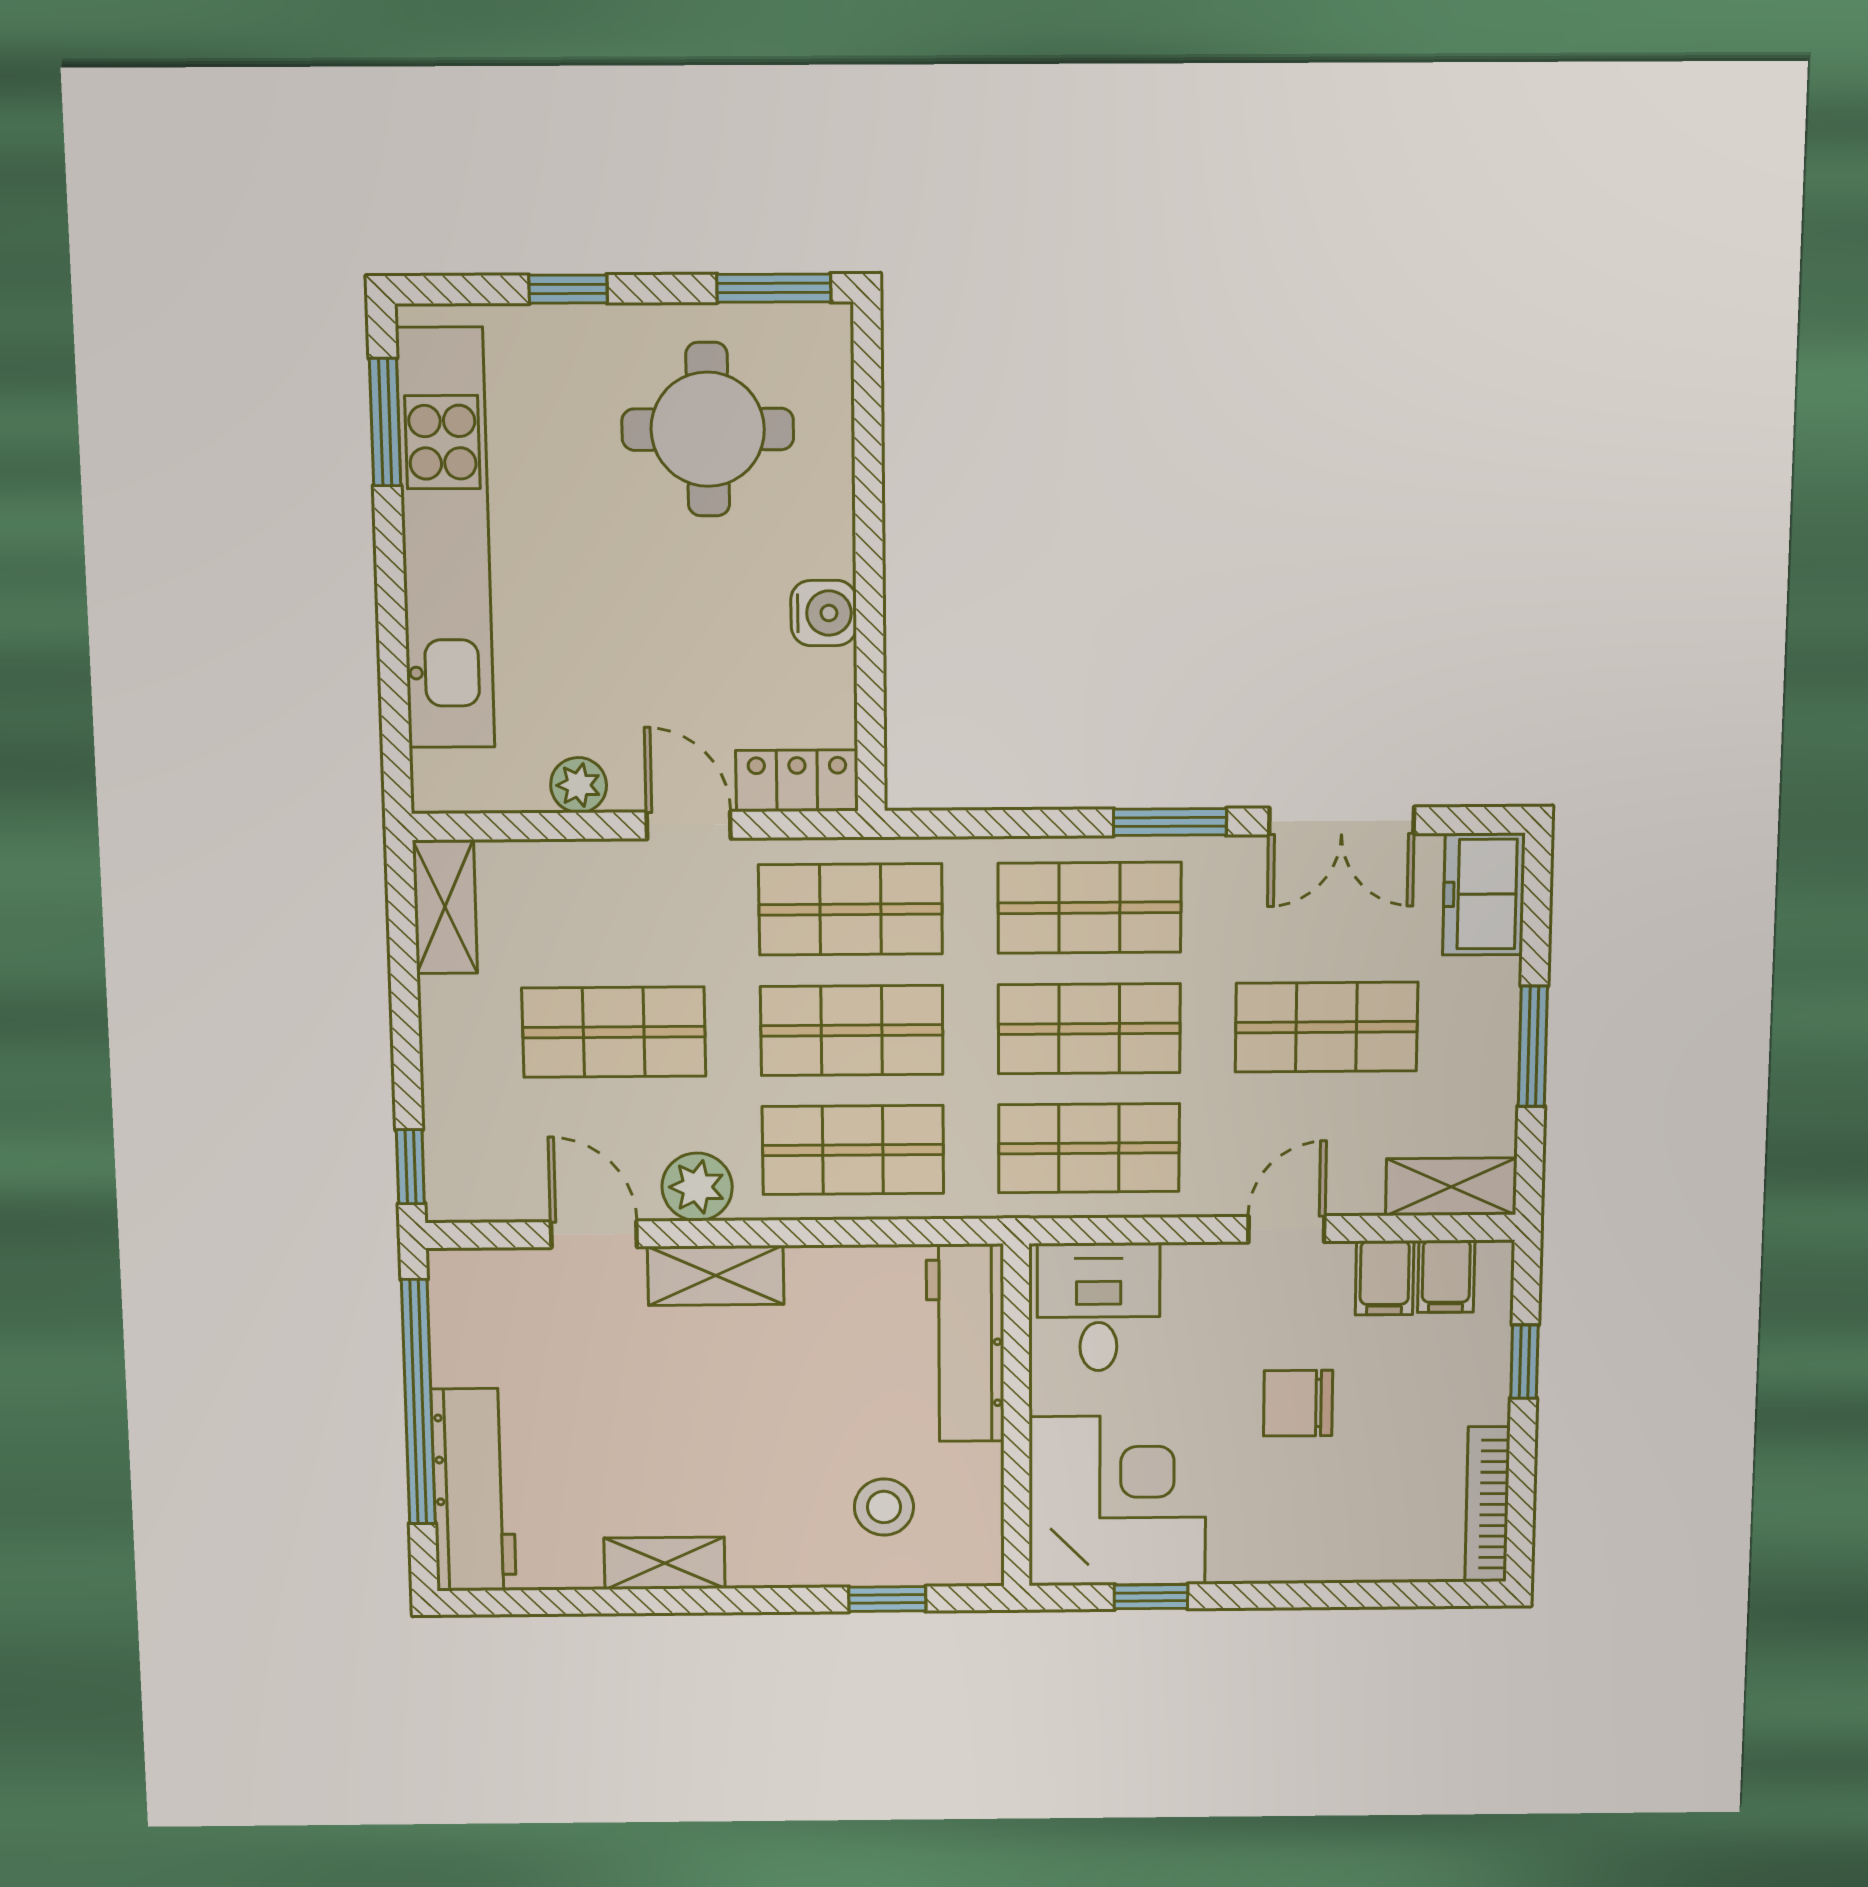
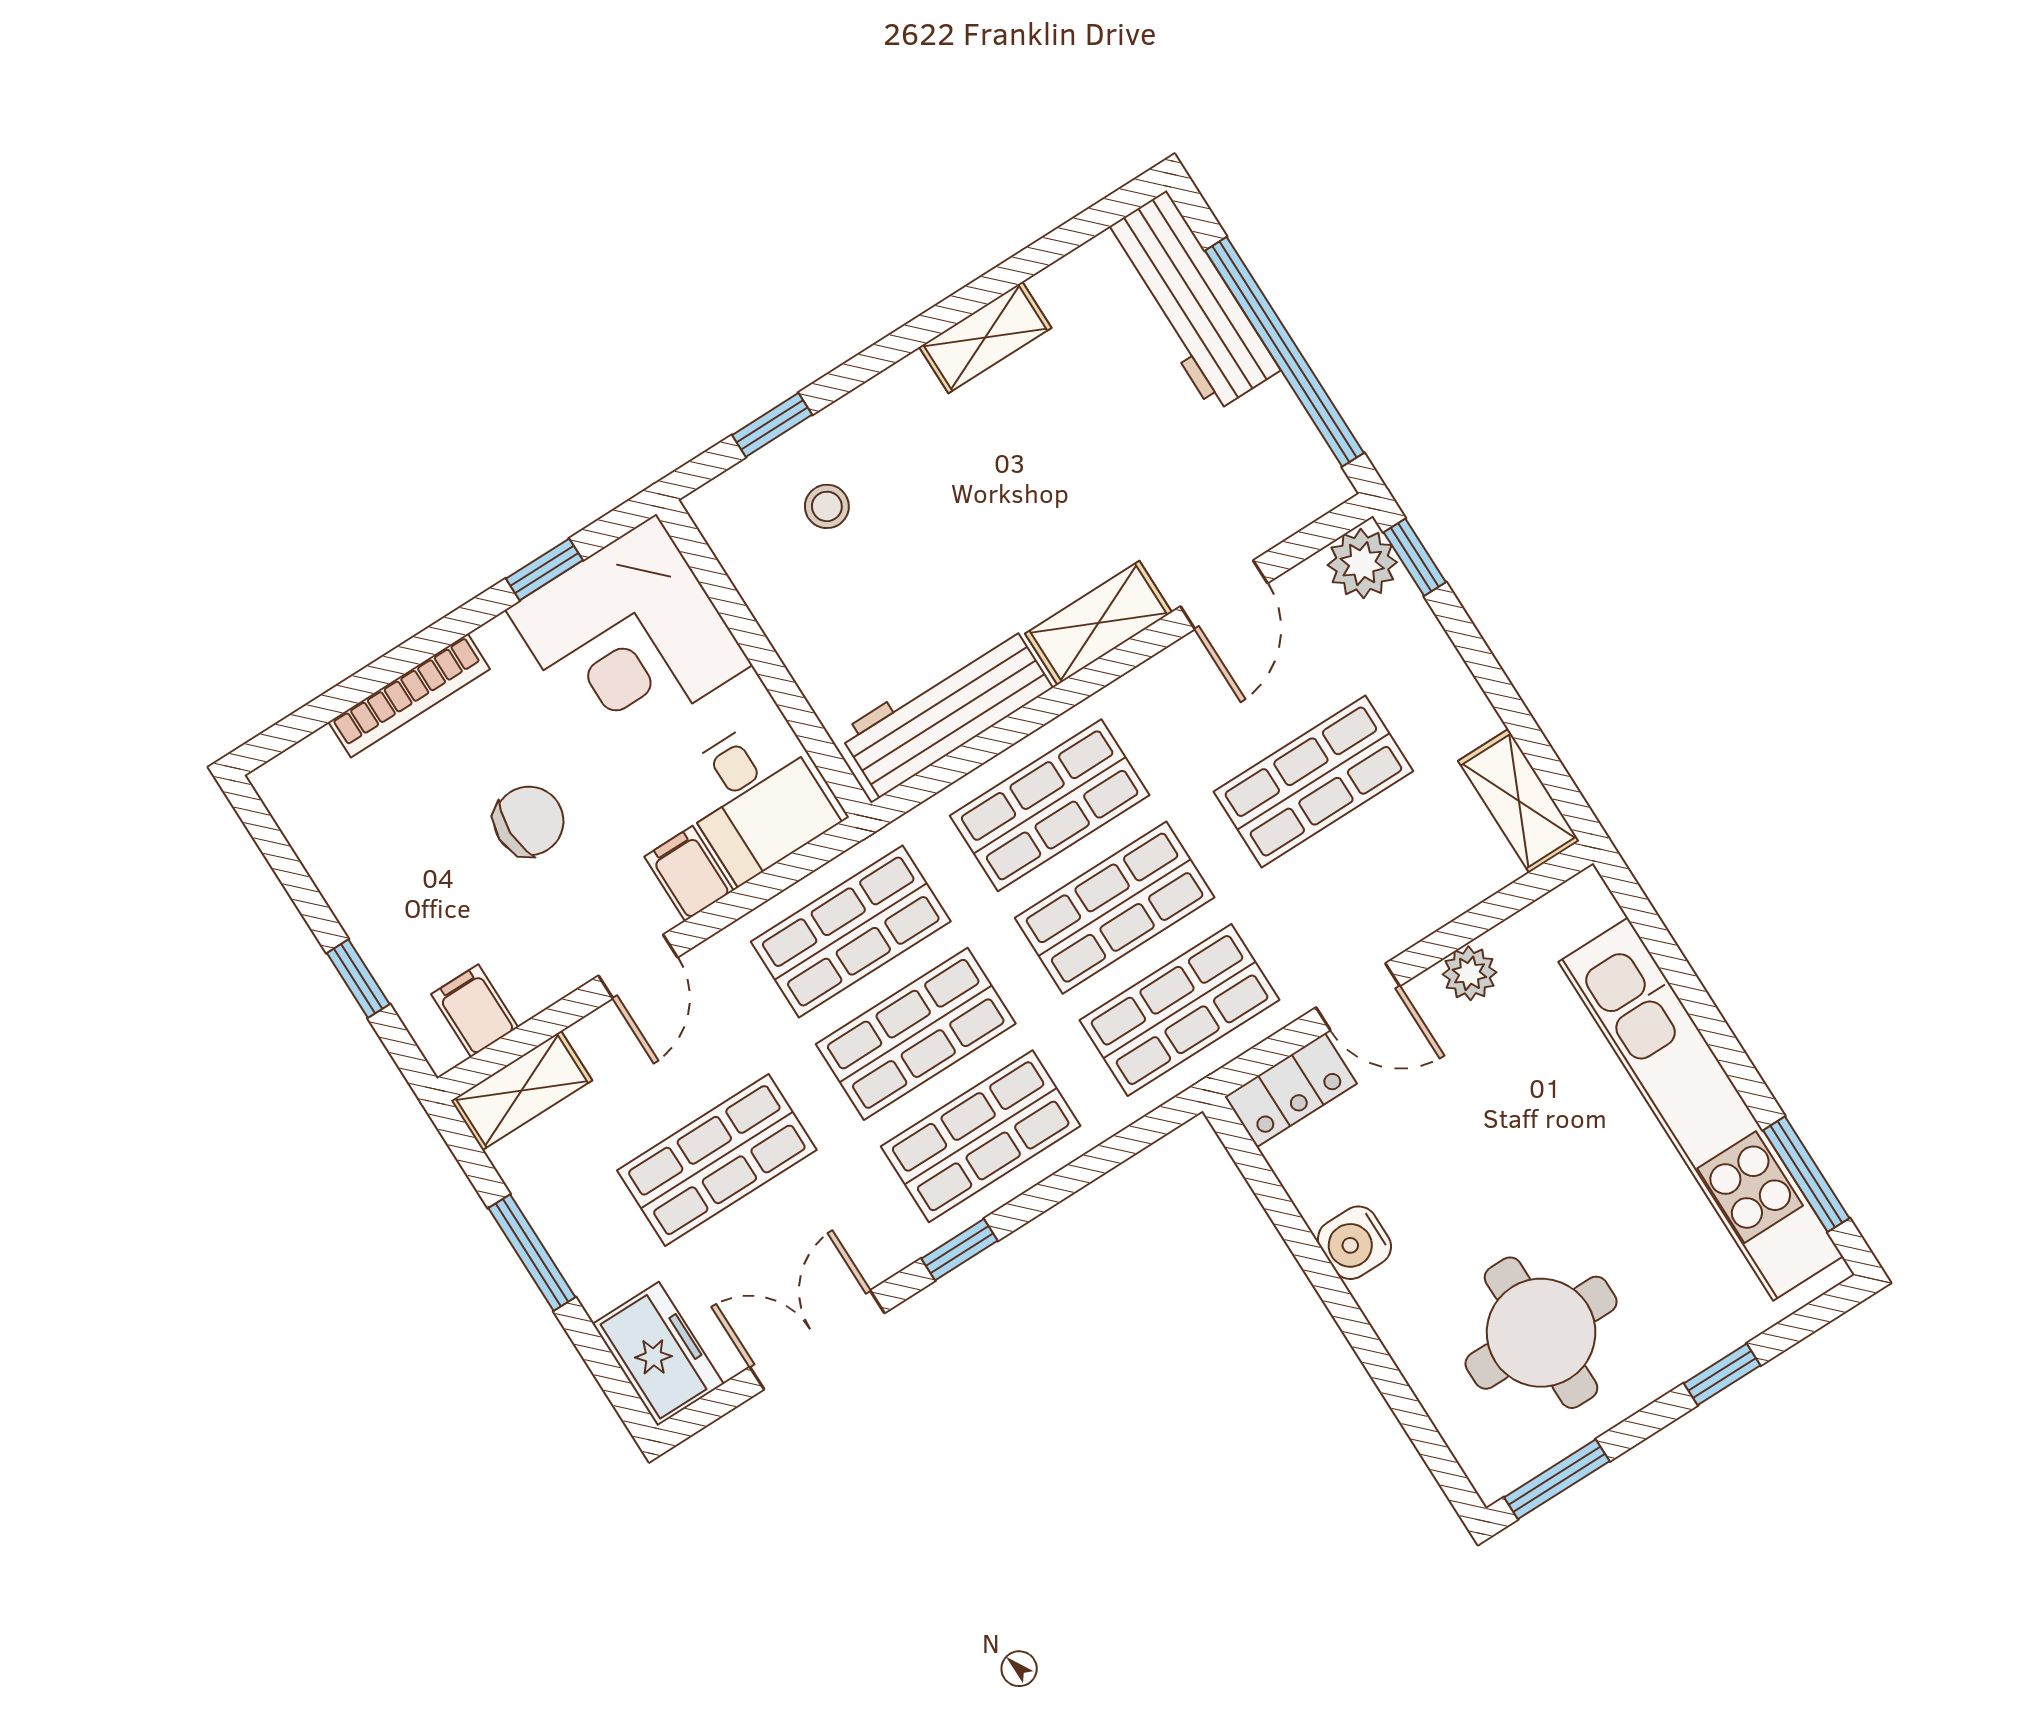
window: (1170, 822) -> (959, 1250), width x0.67
plant: (697, 1187) -> (1362, 564), moved
door: (594, 1234) -> (1224, 595), hinge flipped
filing cabinet: (1385, 1278) -> (689, 874), moved
workbench: (965, 1343) -> (946, 710), moved, turned -90
bookcase: (1487, 1504) -> (409, 695), moved, turned 90
stool: (884, 1507) -> (827, 506), width x0.73, depth x0.73

